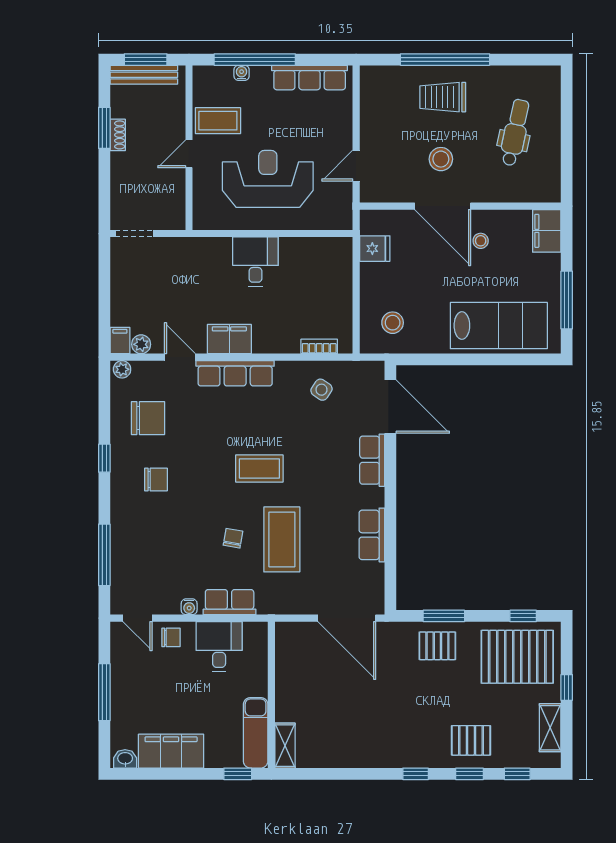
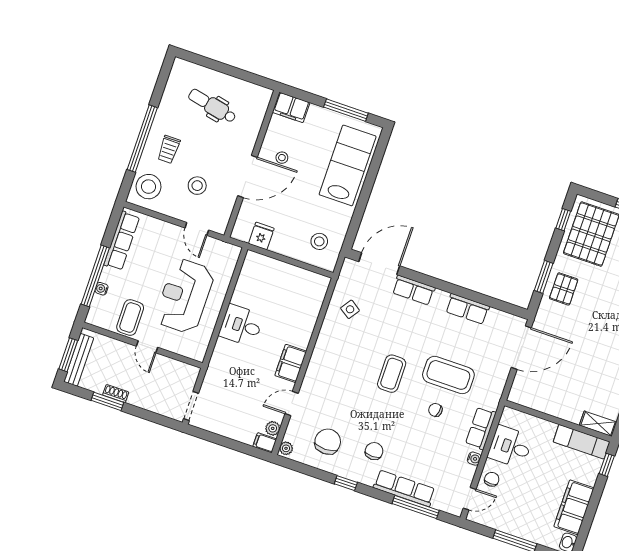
stool: (388, 88) -> (149, 187), added
trolley: (443, 97) -> (169, 149), width x0.73, depth x0.72
stool: (441, 159) -> (197, 186), moved
bookcase: (319, 346) -> (318, 300), removed
row of seats: (235, 373) -> (404, 488), moved, turned -90

